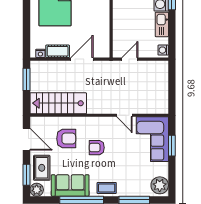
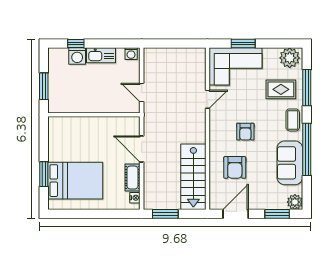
armchair: (66, 139) -> (235, 167), turned 180
rug: (42, 168) -> (281, 89), moved

